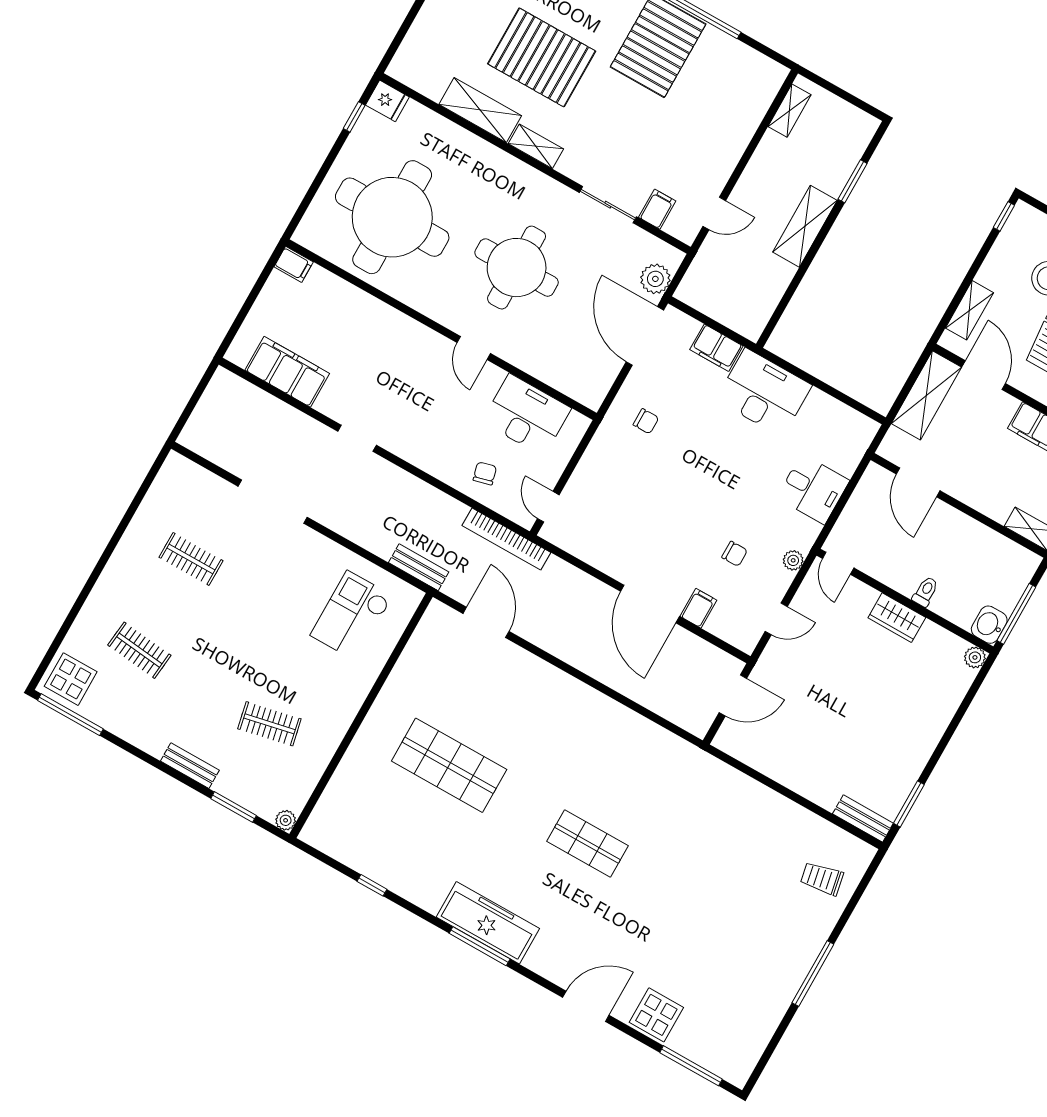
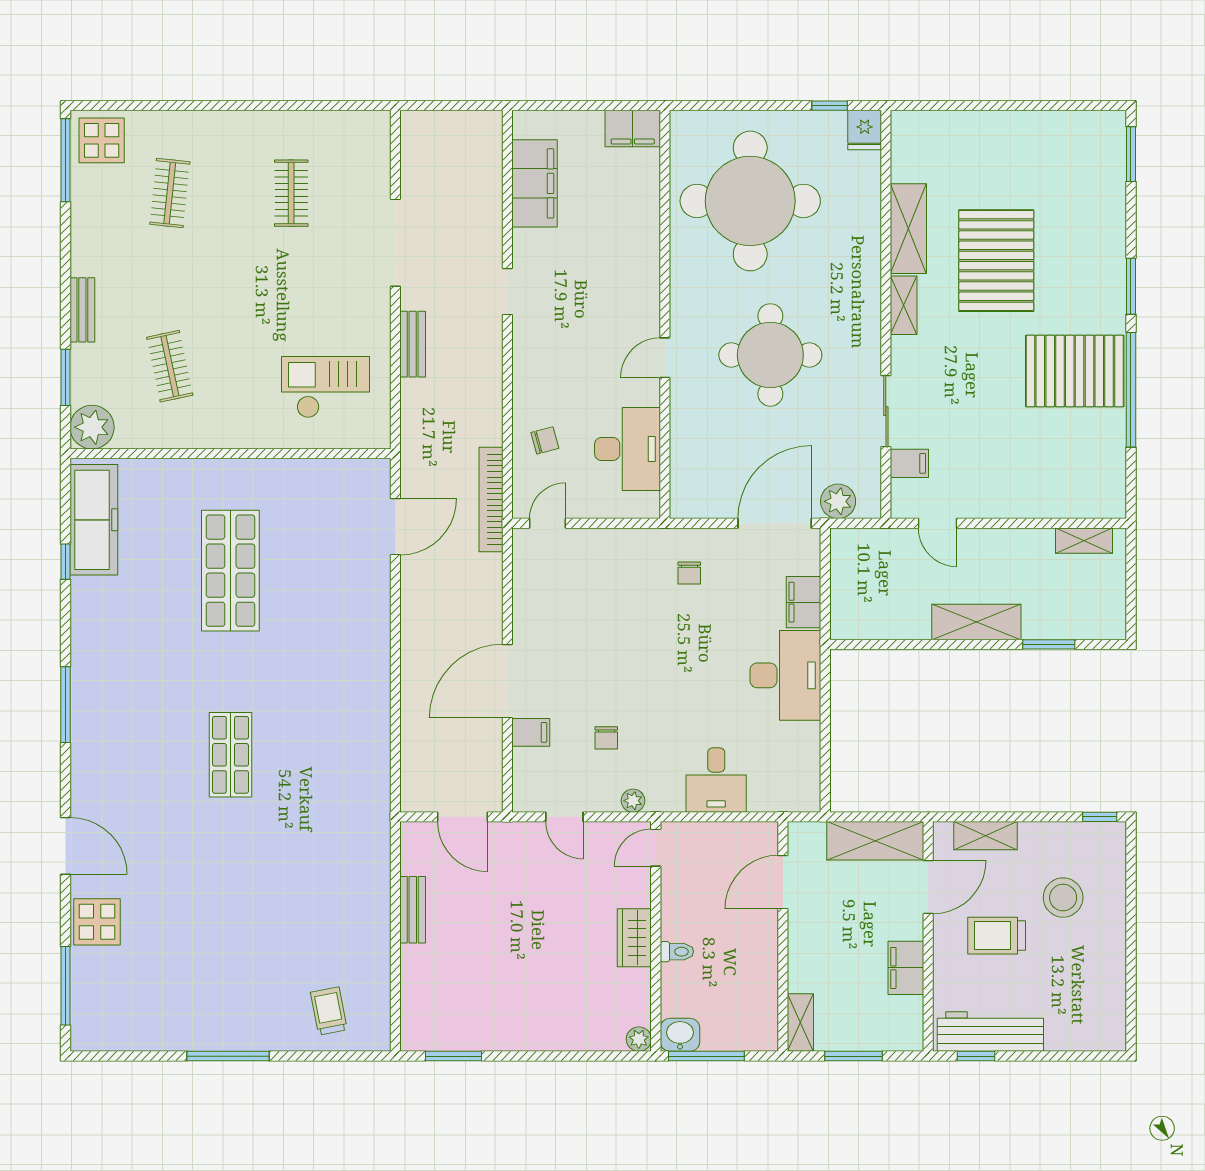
filing cabinet: (294, 264) -> (633, 129), width x2.00
bench: (419, 567) -> (413, 344), moved
bench: (863, 819) -> (413, 910), moved
plant: (286, 820) -> (92, 427), width x1.88, depth x1.88
freezer: (488, 923) -> (94, 520), moved

